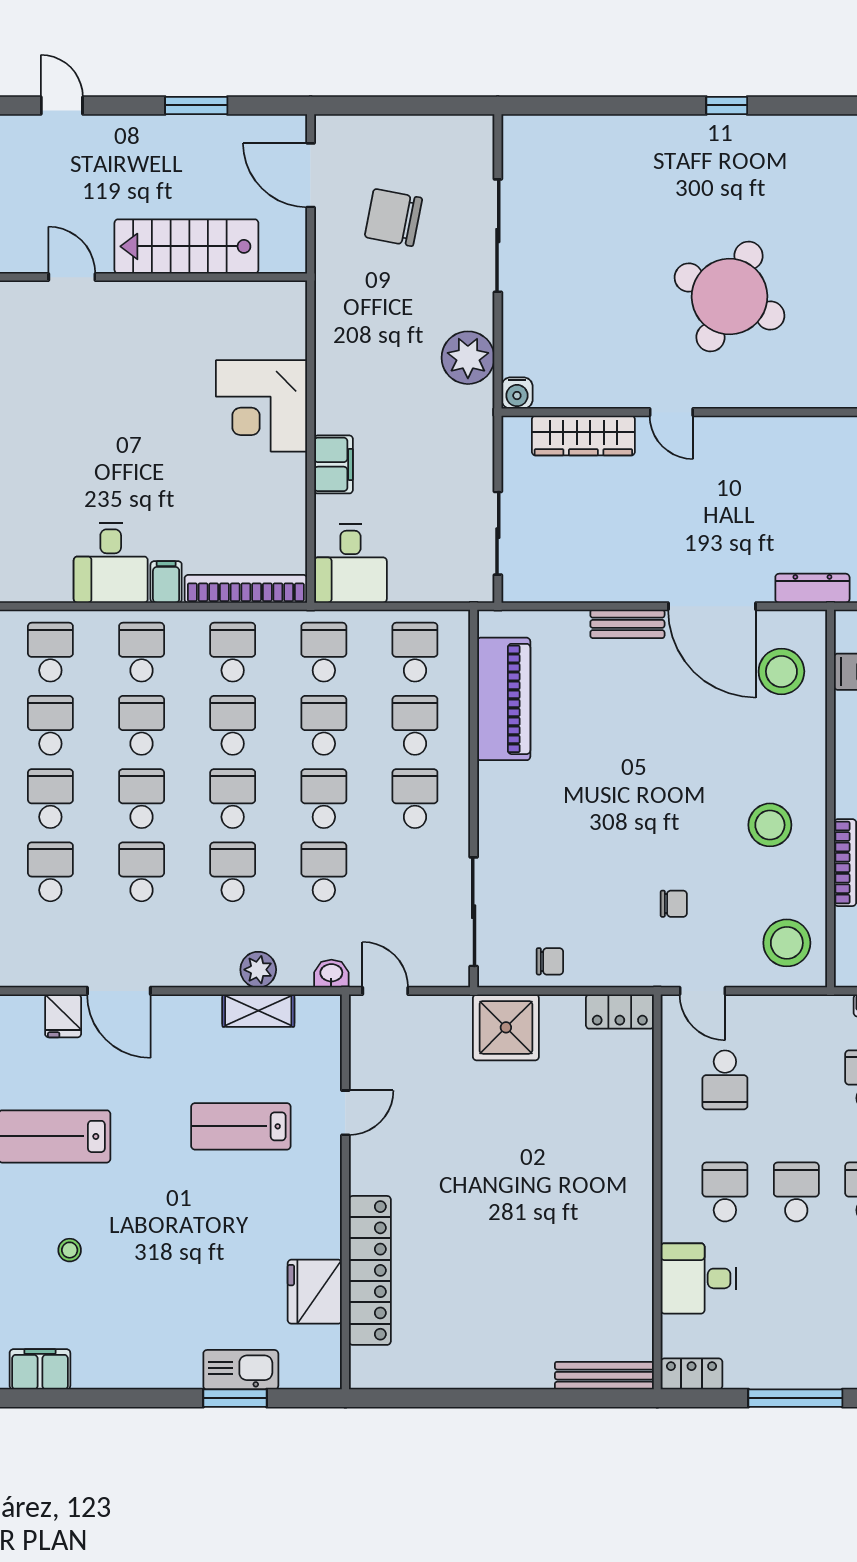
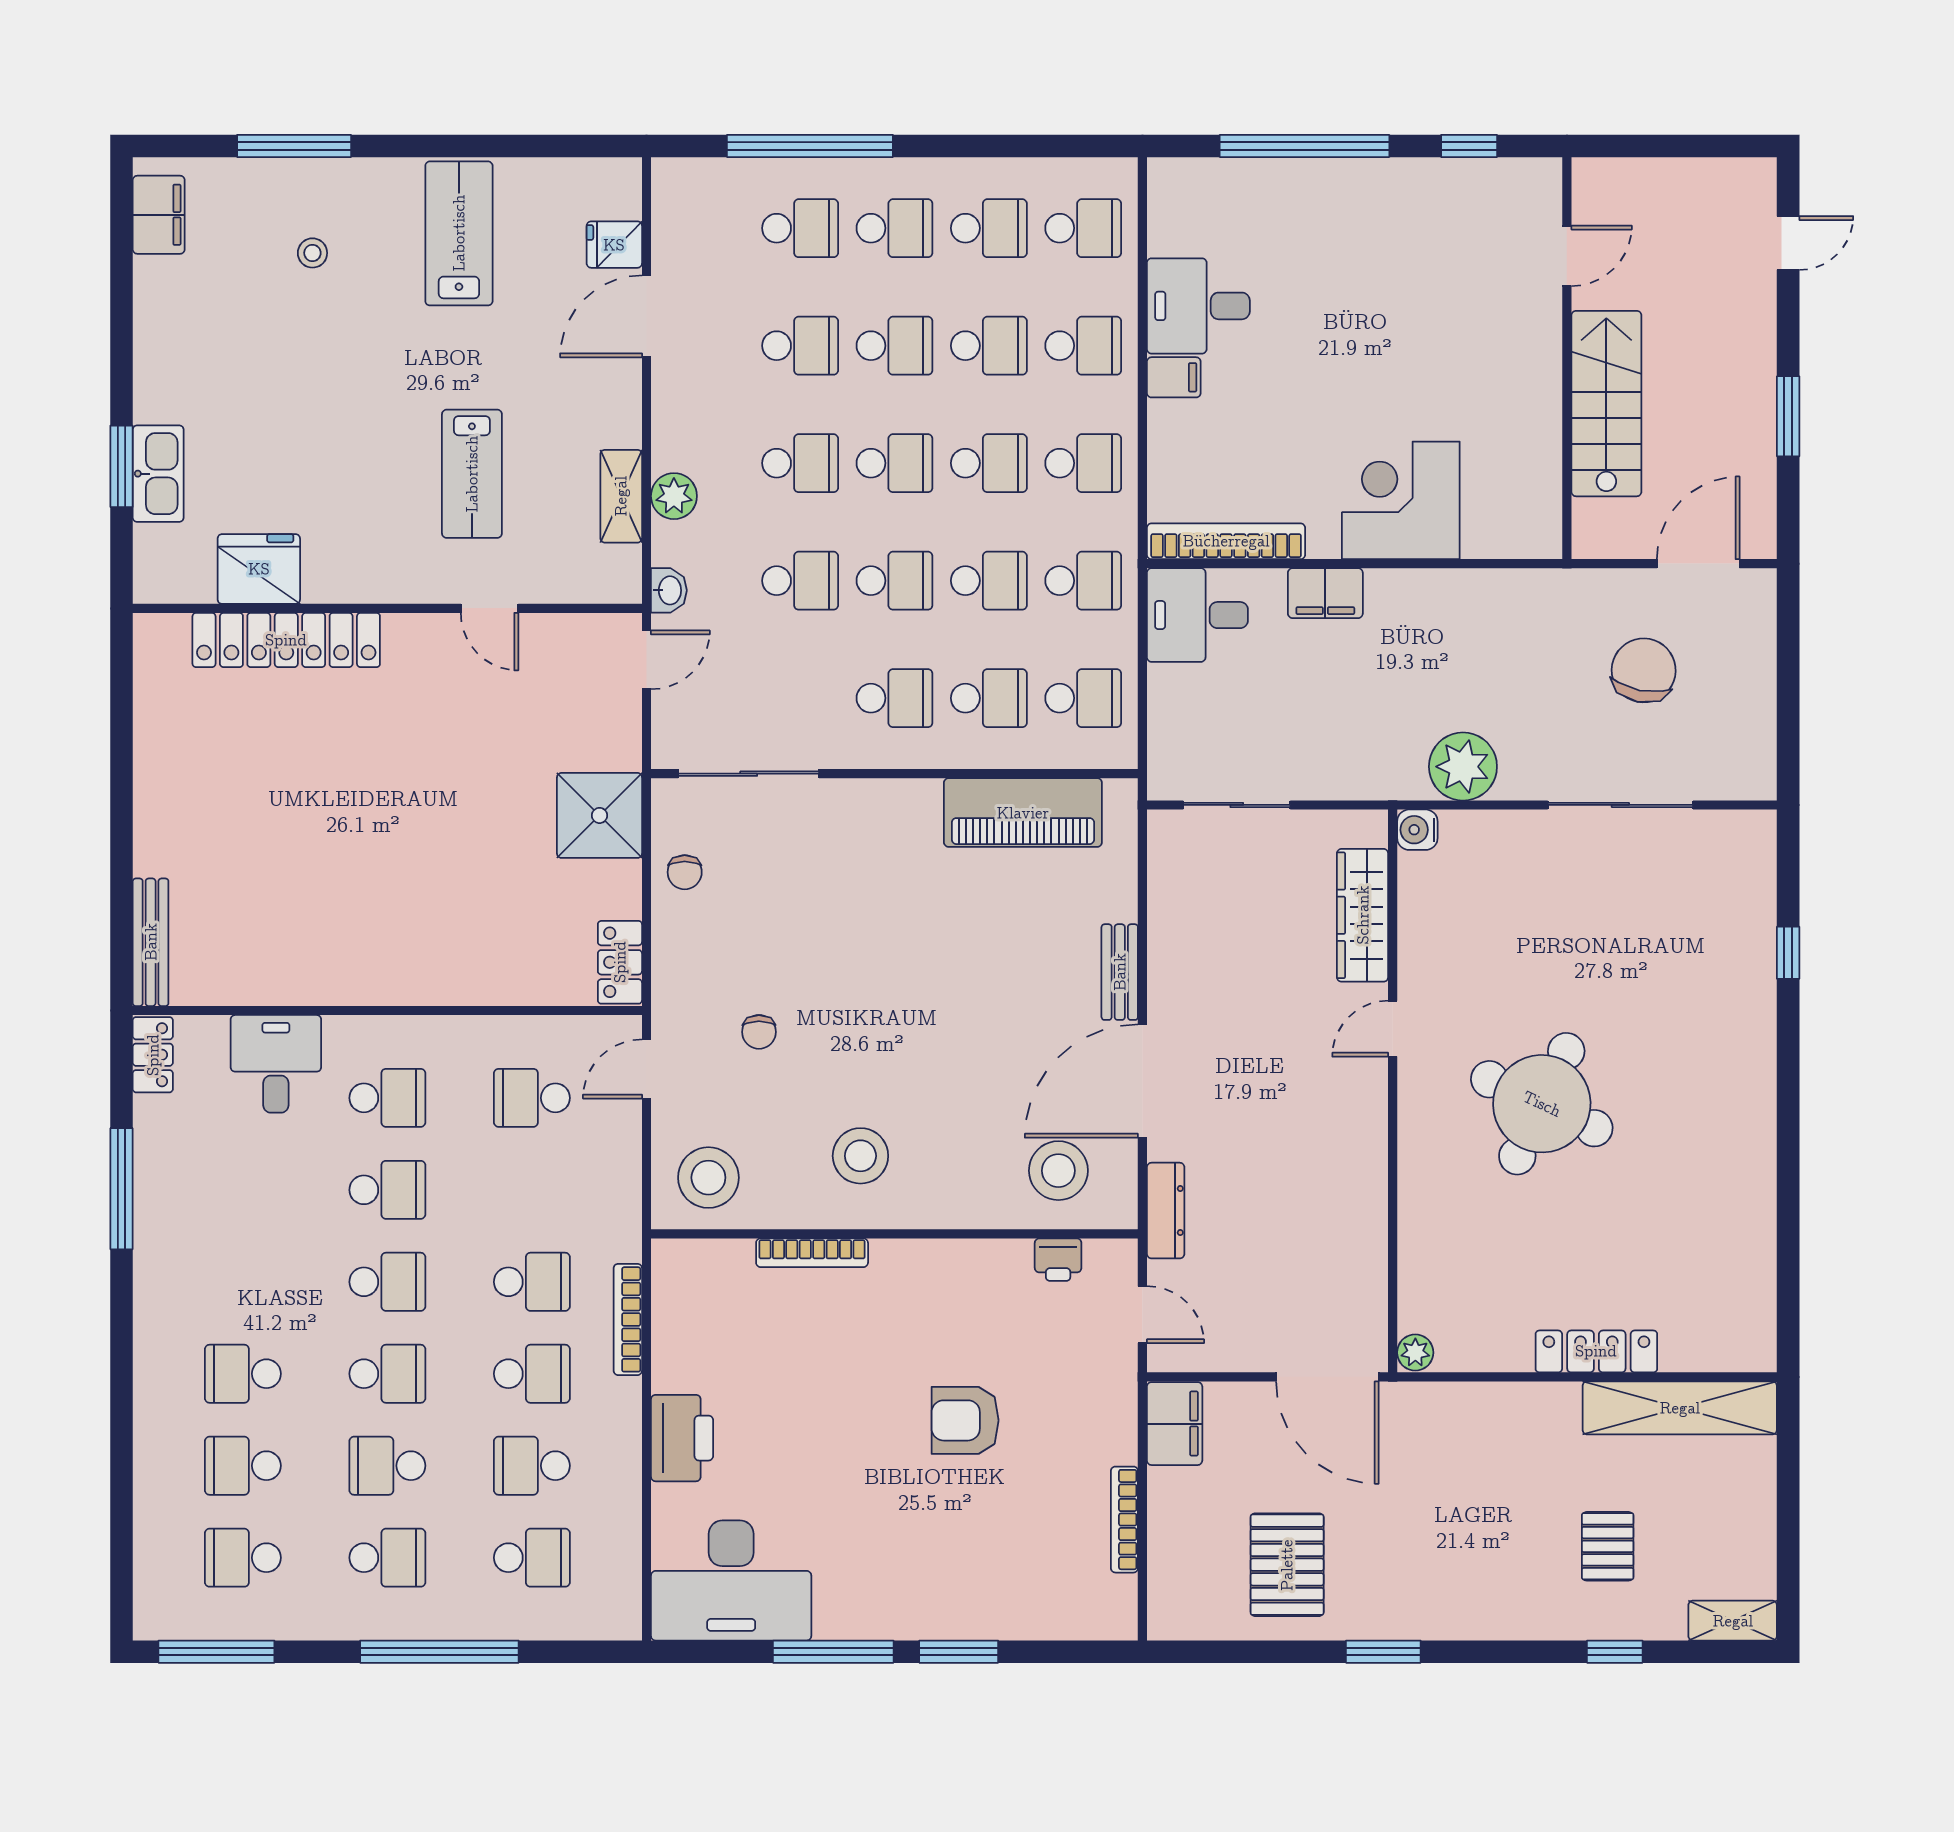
window: (727, 105) -> (1788, 953), moved
bookcase: (246, 589) -> (1226, 541), moved, turned -90
lab bench: (241, 1126) -> (472, 474), turned 180

